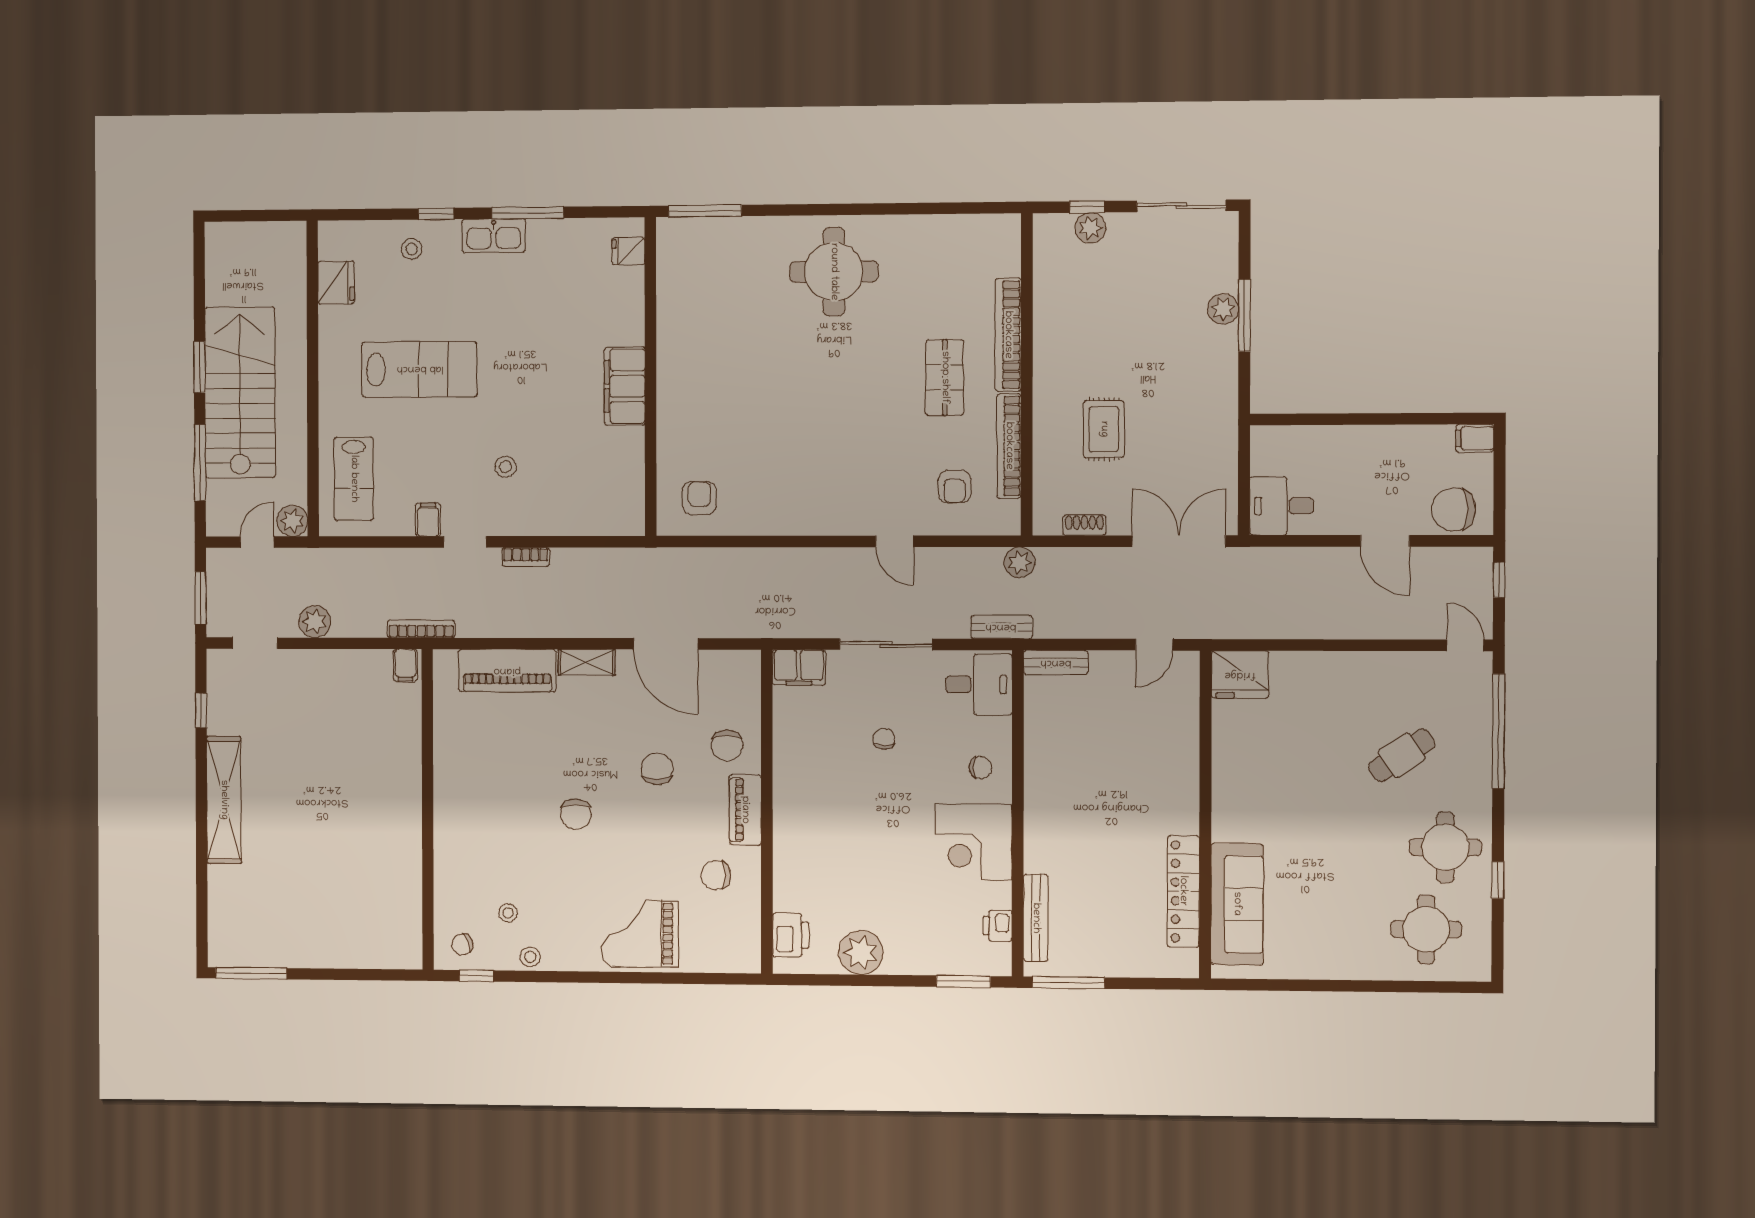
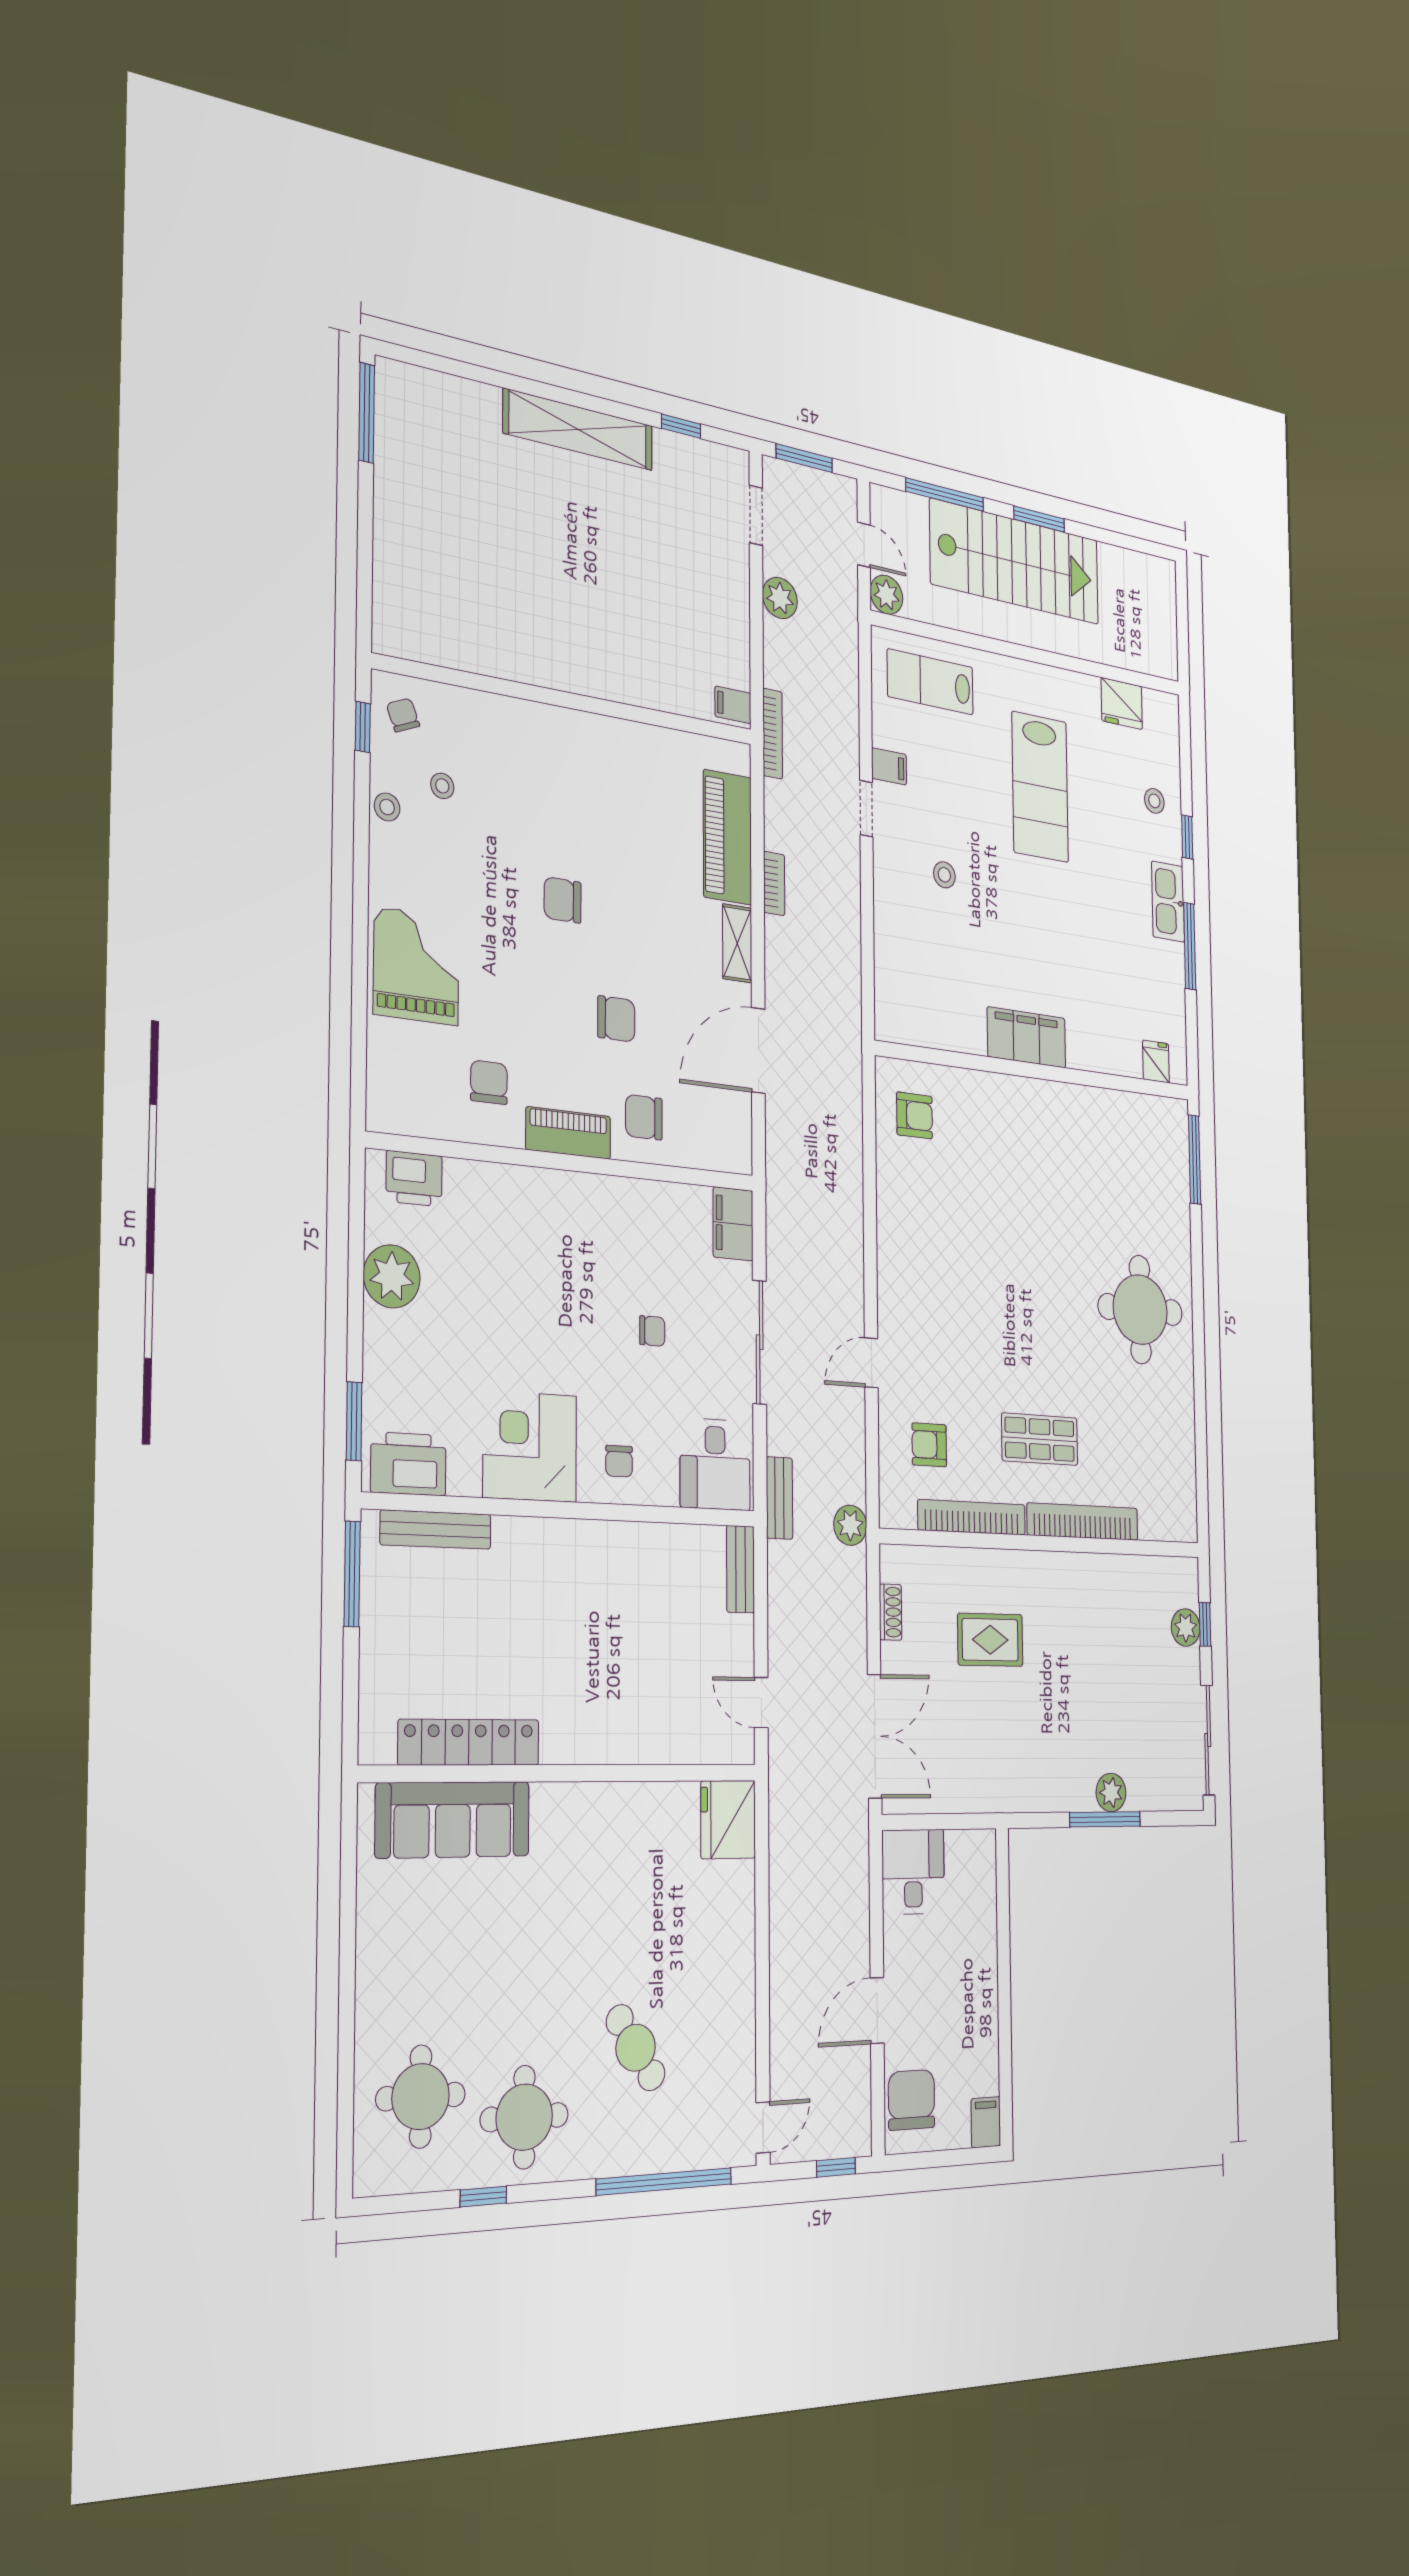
bookcase: (526, 557) -> (774, 883), moved, turned 180
printer: (998, 926) -> (408, 1464), width x1.87, depth x1.48

